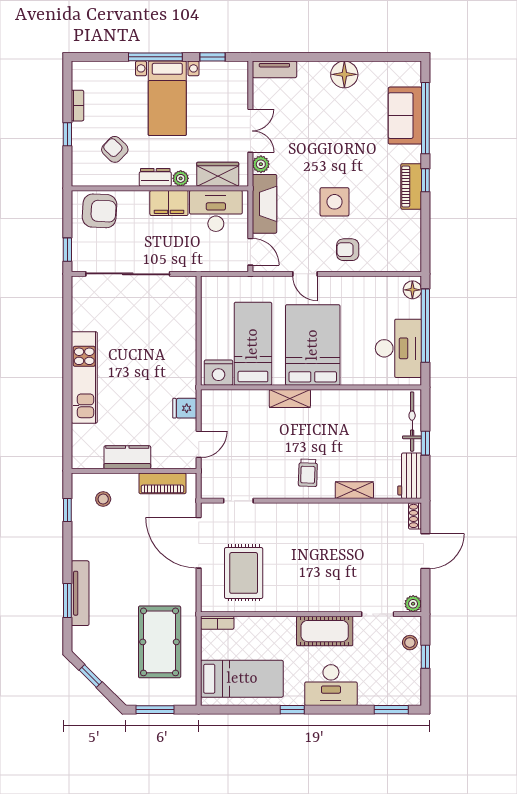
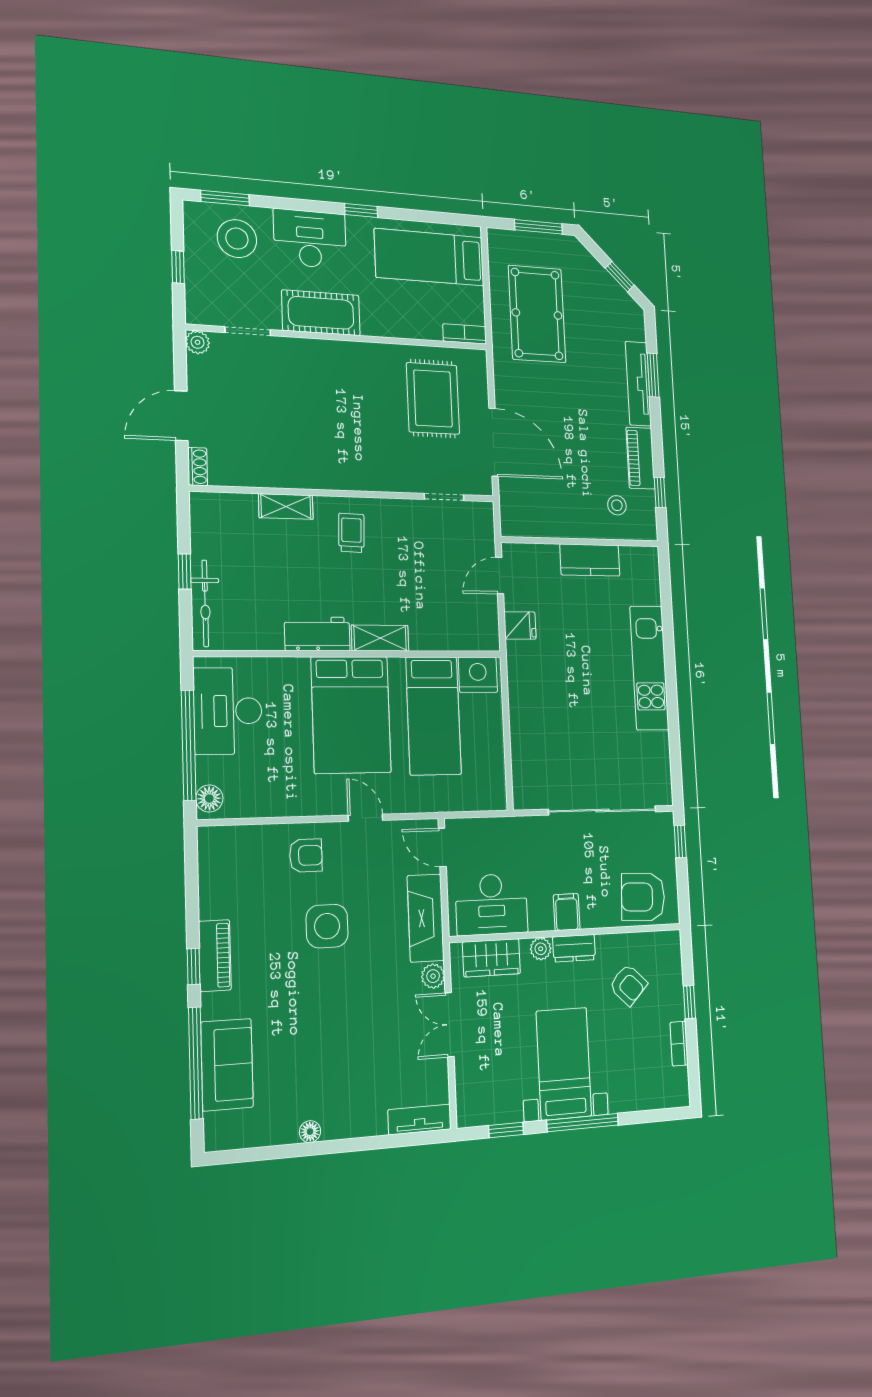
floor lamp: (344, 74) -> (310, 1132), width x0.53, depth x0.53
filing cabinet: (169, 203) -> (567, 912), width x0.50
workbench: (410, 476) -> (317, 634), moved, turned -90
piano: (162, 483) -> (640, 458), moved, turned -90
stool: (410, 643) -> (237, 239), moved, width x1.89, depth x1.89

